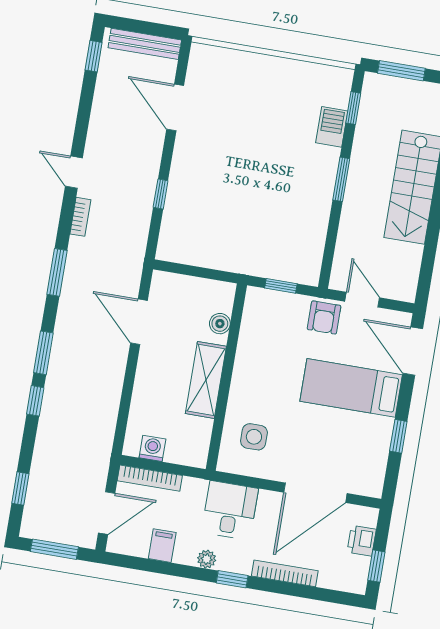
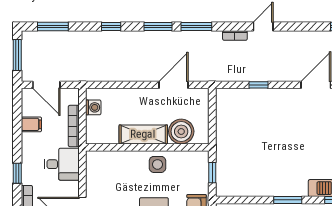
boiler: (220, 324) -> (181, 131), width x1.86, depth x1.86
window: (43, 353) -> (158, 26), moved
side table: (254, 437) -> (157, 164), moved
bookcase: (150, 478) -> (74, 126), moved
window: (20, 489) -> (53, 26), width x1.50
plant: (207, 559) -> (28, 154), removed

